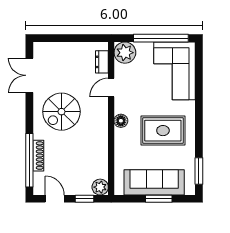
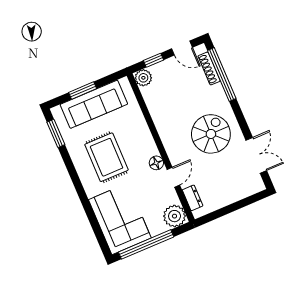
floor lamp: (121, 121) -> (156, 163), moved
rug: (163, 131) -> (107, 157), turned 90
shoe rack: (38, 156) -> (209, 68), moved

